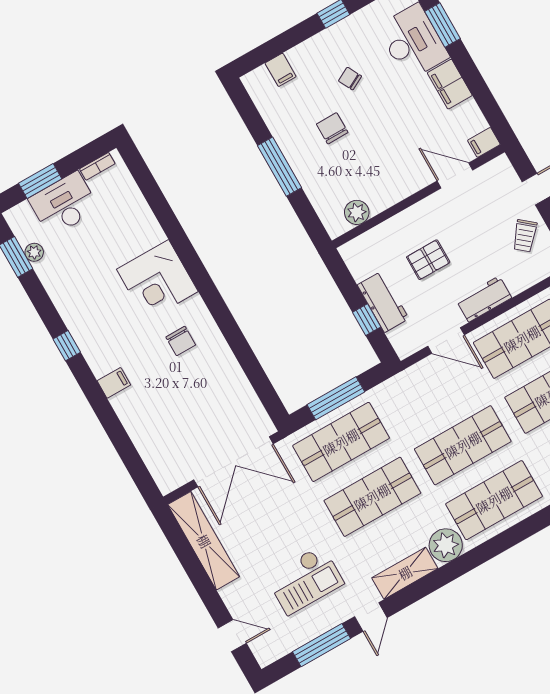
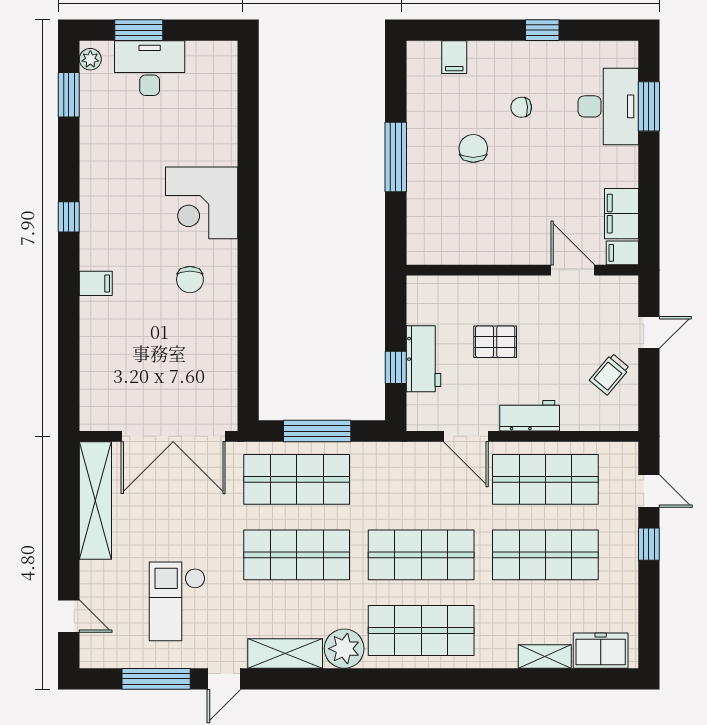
chair: (350, 79) -> (521, 107), turned -65
filing cabinet: (450, 84) -> (622, 214), moved
bookcase: (97, 166) -> (207, 49), removed
plant: (357, 212) -> (449, 250), removed
plant: (34, 252) -> (90, 59), moved
checkout: (305, 580) -> (177, 601), turned 90

